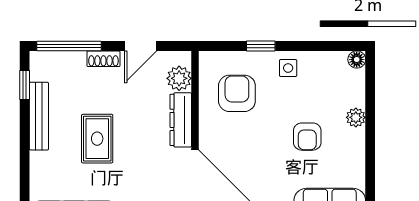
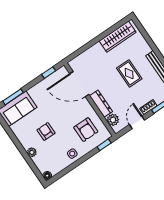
window: (261, 46) -> (104, 145), moved

